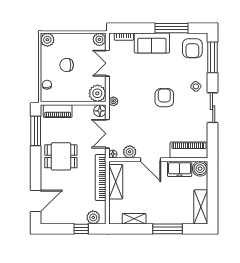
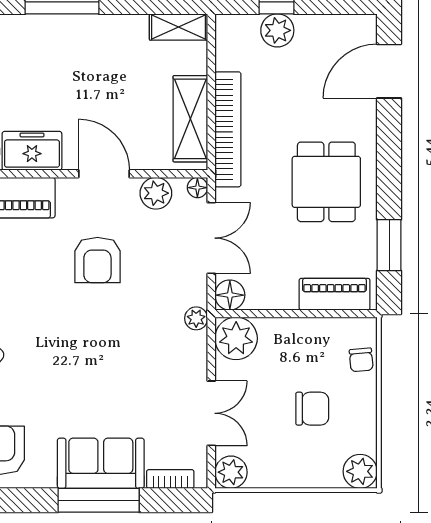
window: (171, 28) -> (99, 500), moved
armchair: (164, 98) -> (97, 260), moved
window: (36, 131) -> (389, 245), width x0.69
dining table: (61, 156) -> (326, 182), turned 90
plant: (93, 217) -> (277, 30), moved
shelving: (134, 219) -> (178, 27), moved

